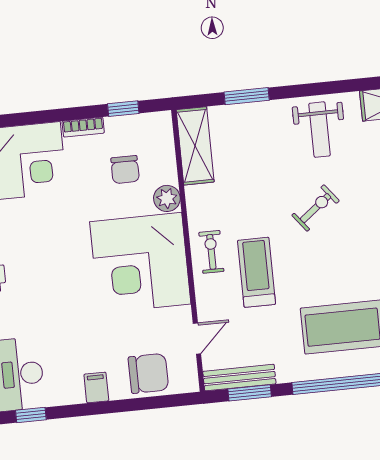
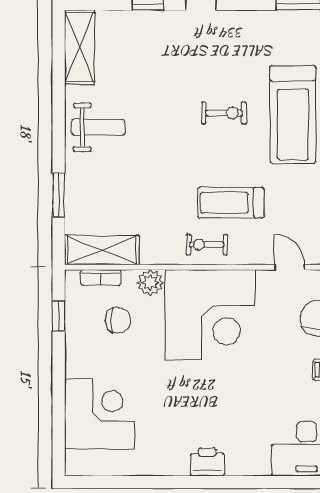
bookcase: (83, 127) -> (101, 278), moved, turned 90
exercise bike: (316, 208) -> (224, 113), moved, turned 128

